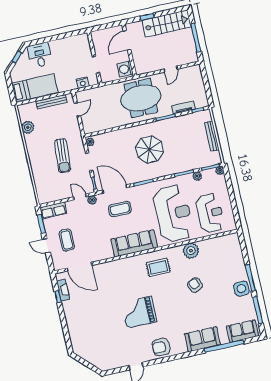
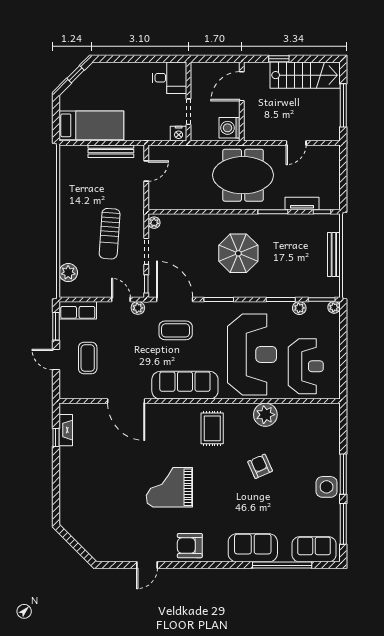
desk: (40, 55) -> (170, 78), moved, turned 90
nightstand: (83, 83) -> (179, 134), moved
plant: (28, 127) -> (68, 273), moved
door: (79, 267) -> (126, 401), moved
rug: (158, 267) -> (212, 428), turned 90

